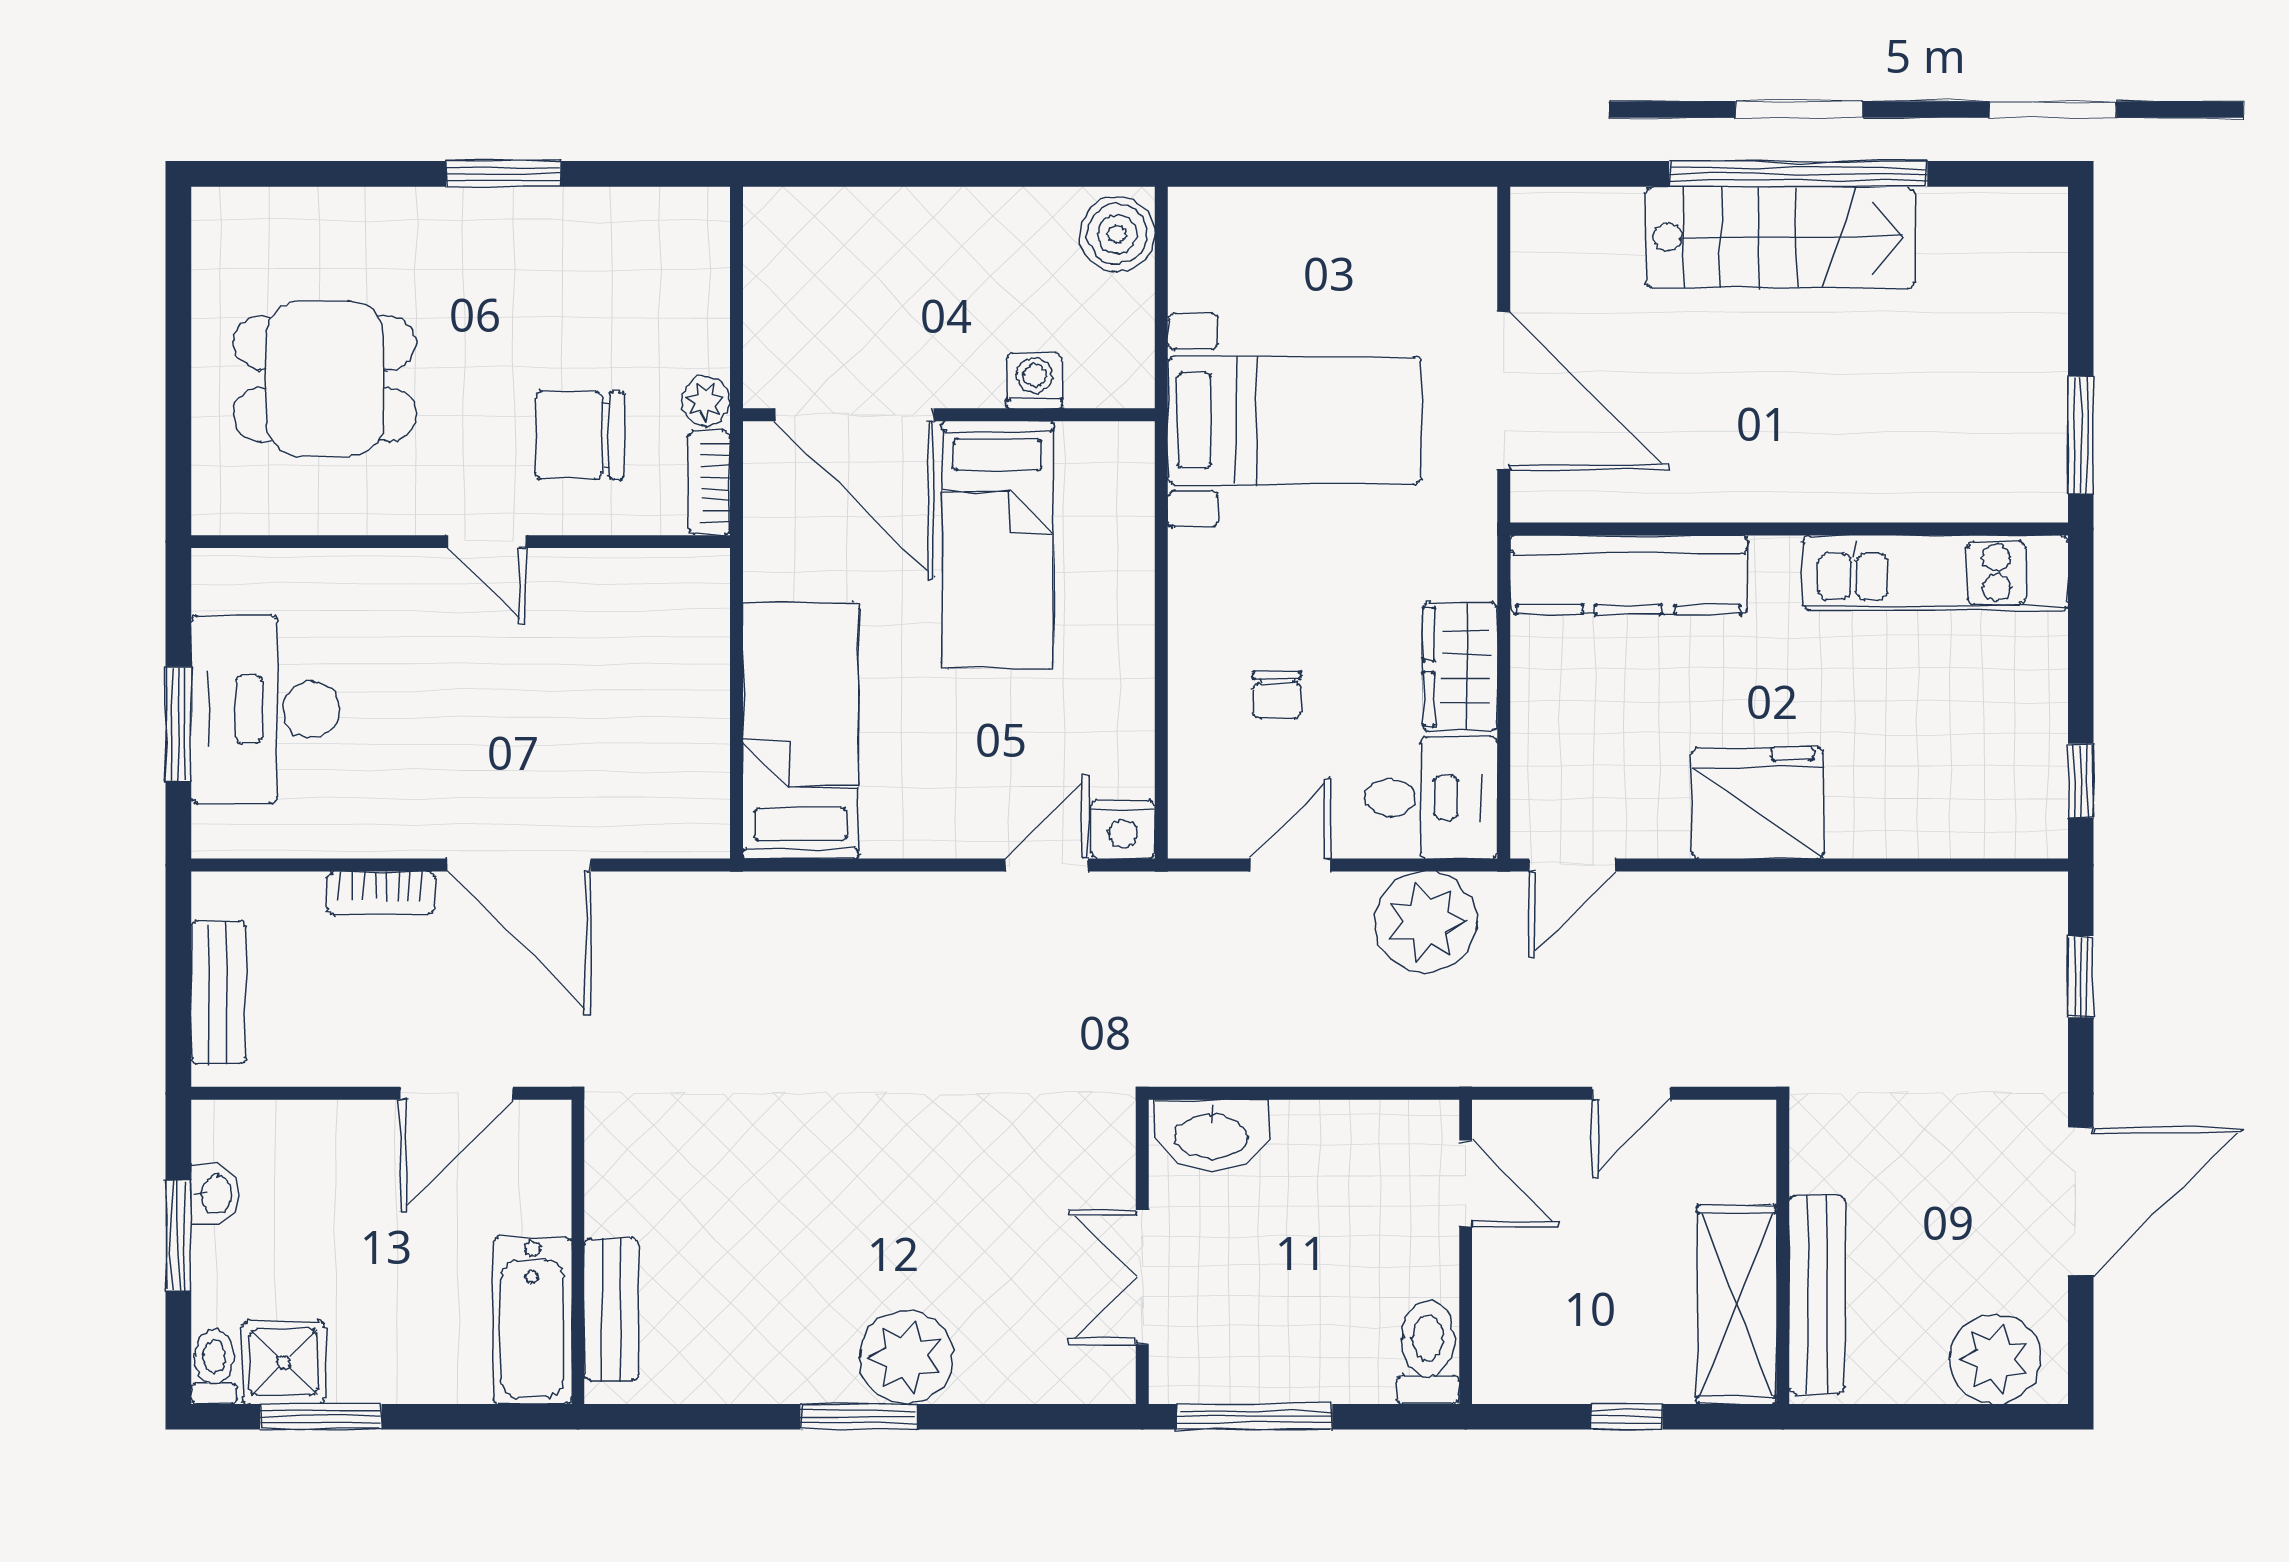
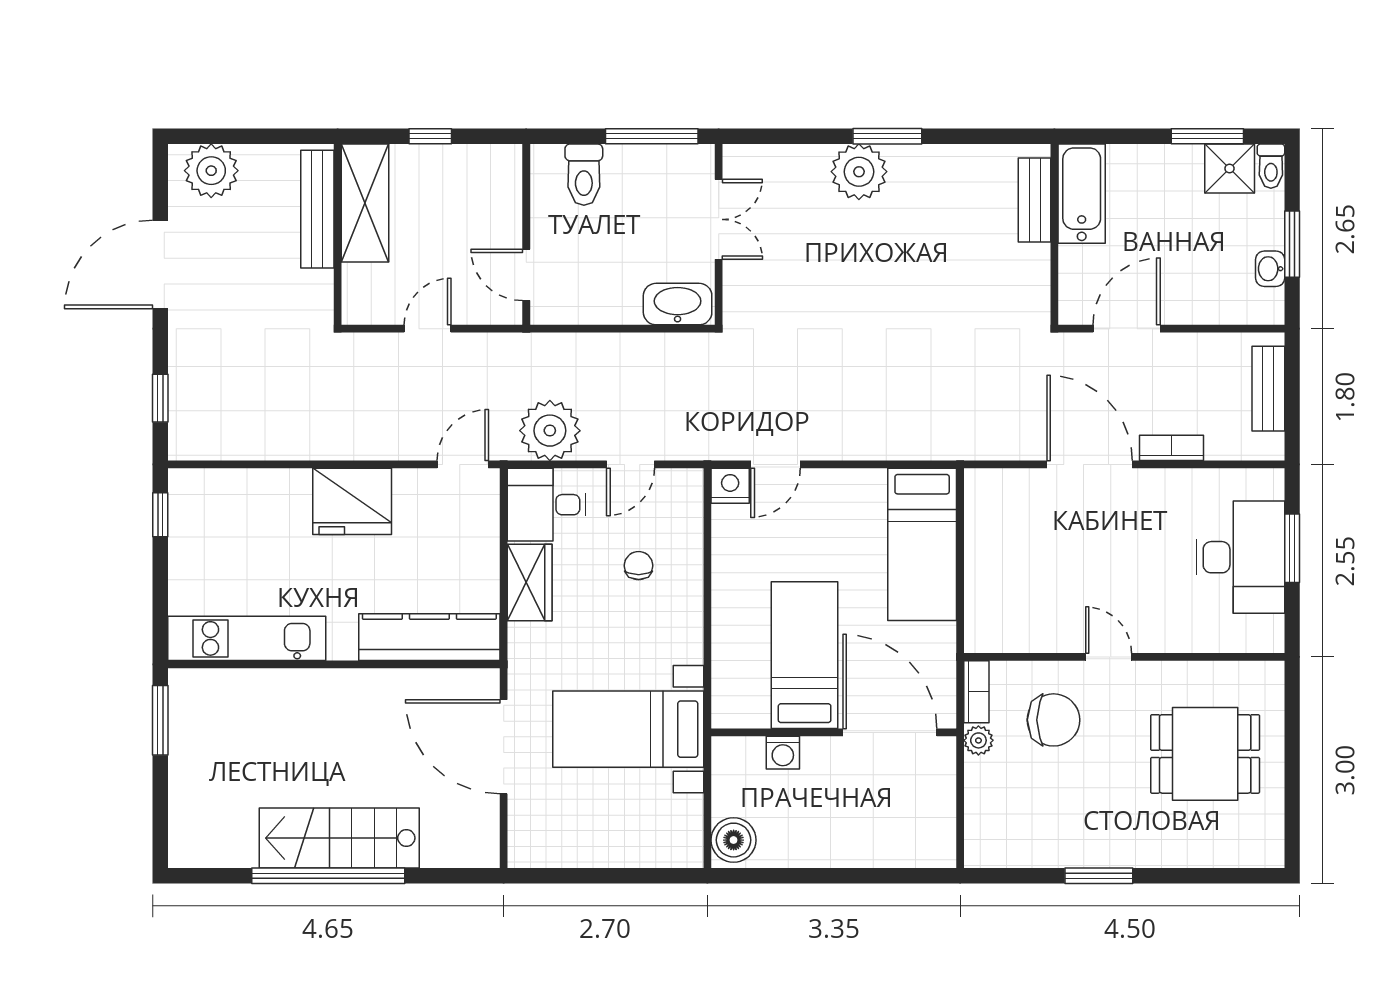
toilet: (1428, 1352) -> (584, 175), moved

